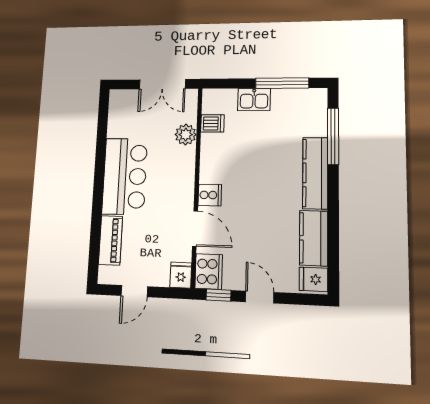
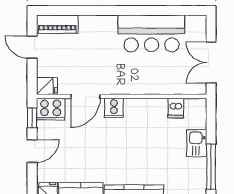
plant: (186, 135) -> (166, 85), removed
bar counter: (125, 176) -> (151, 33), moved
piano: (111, 240) -> (57, 24), moved

